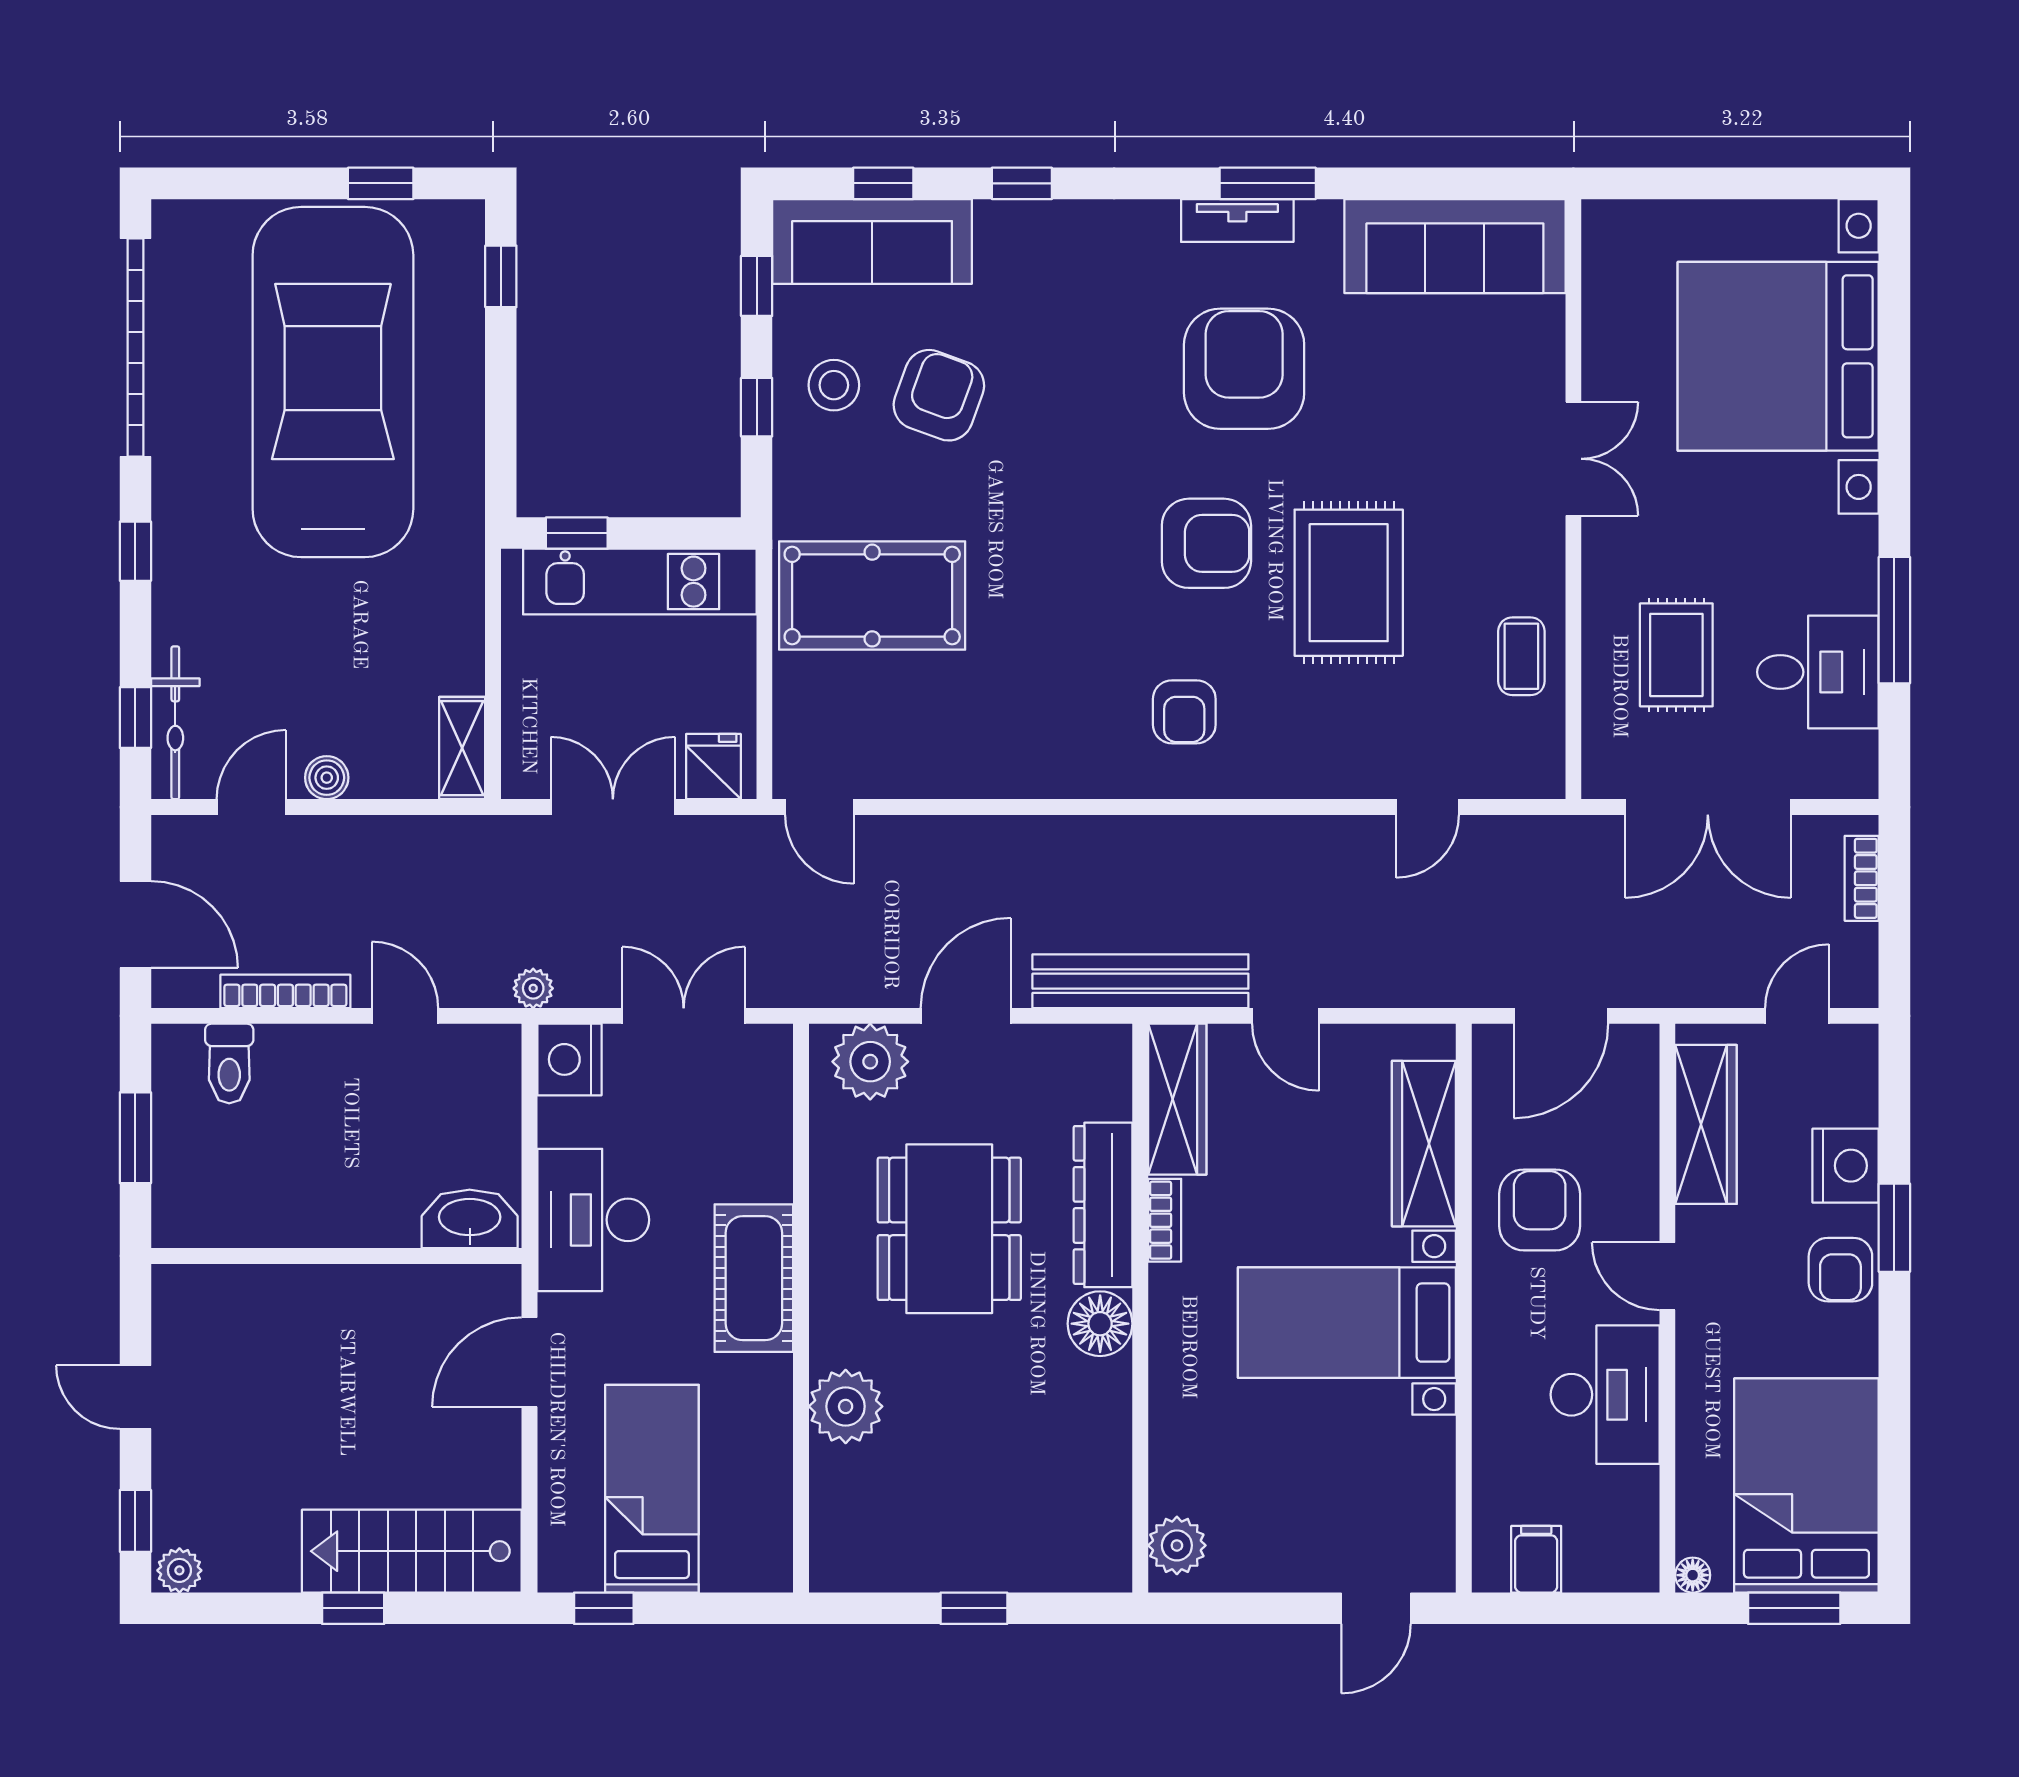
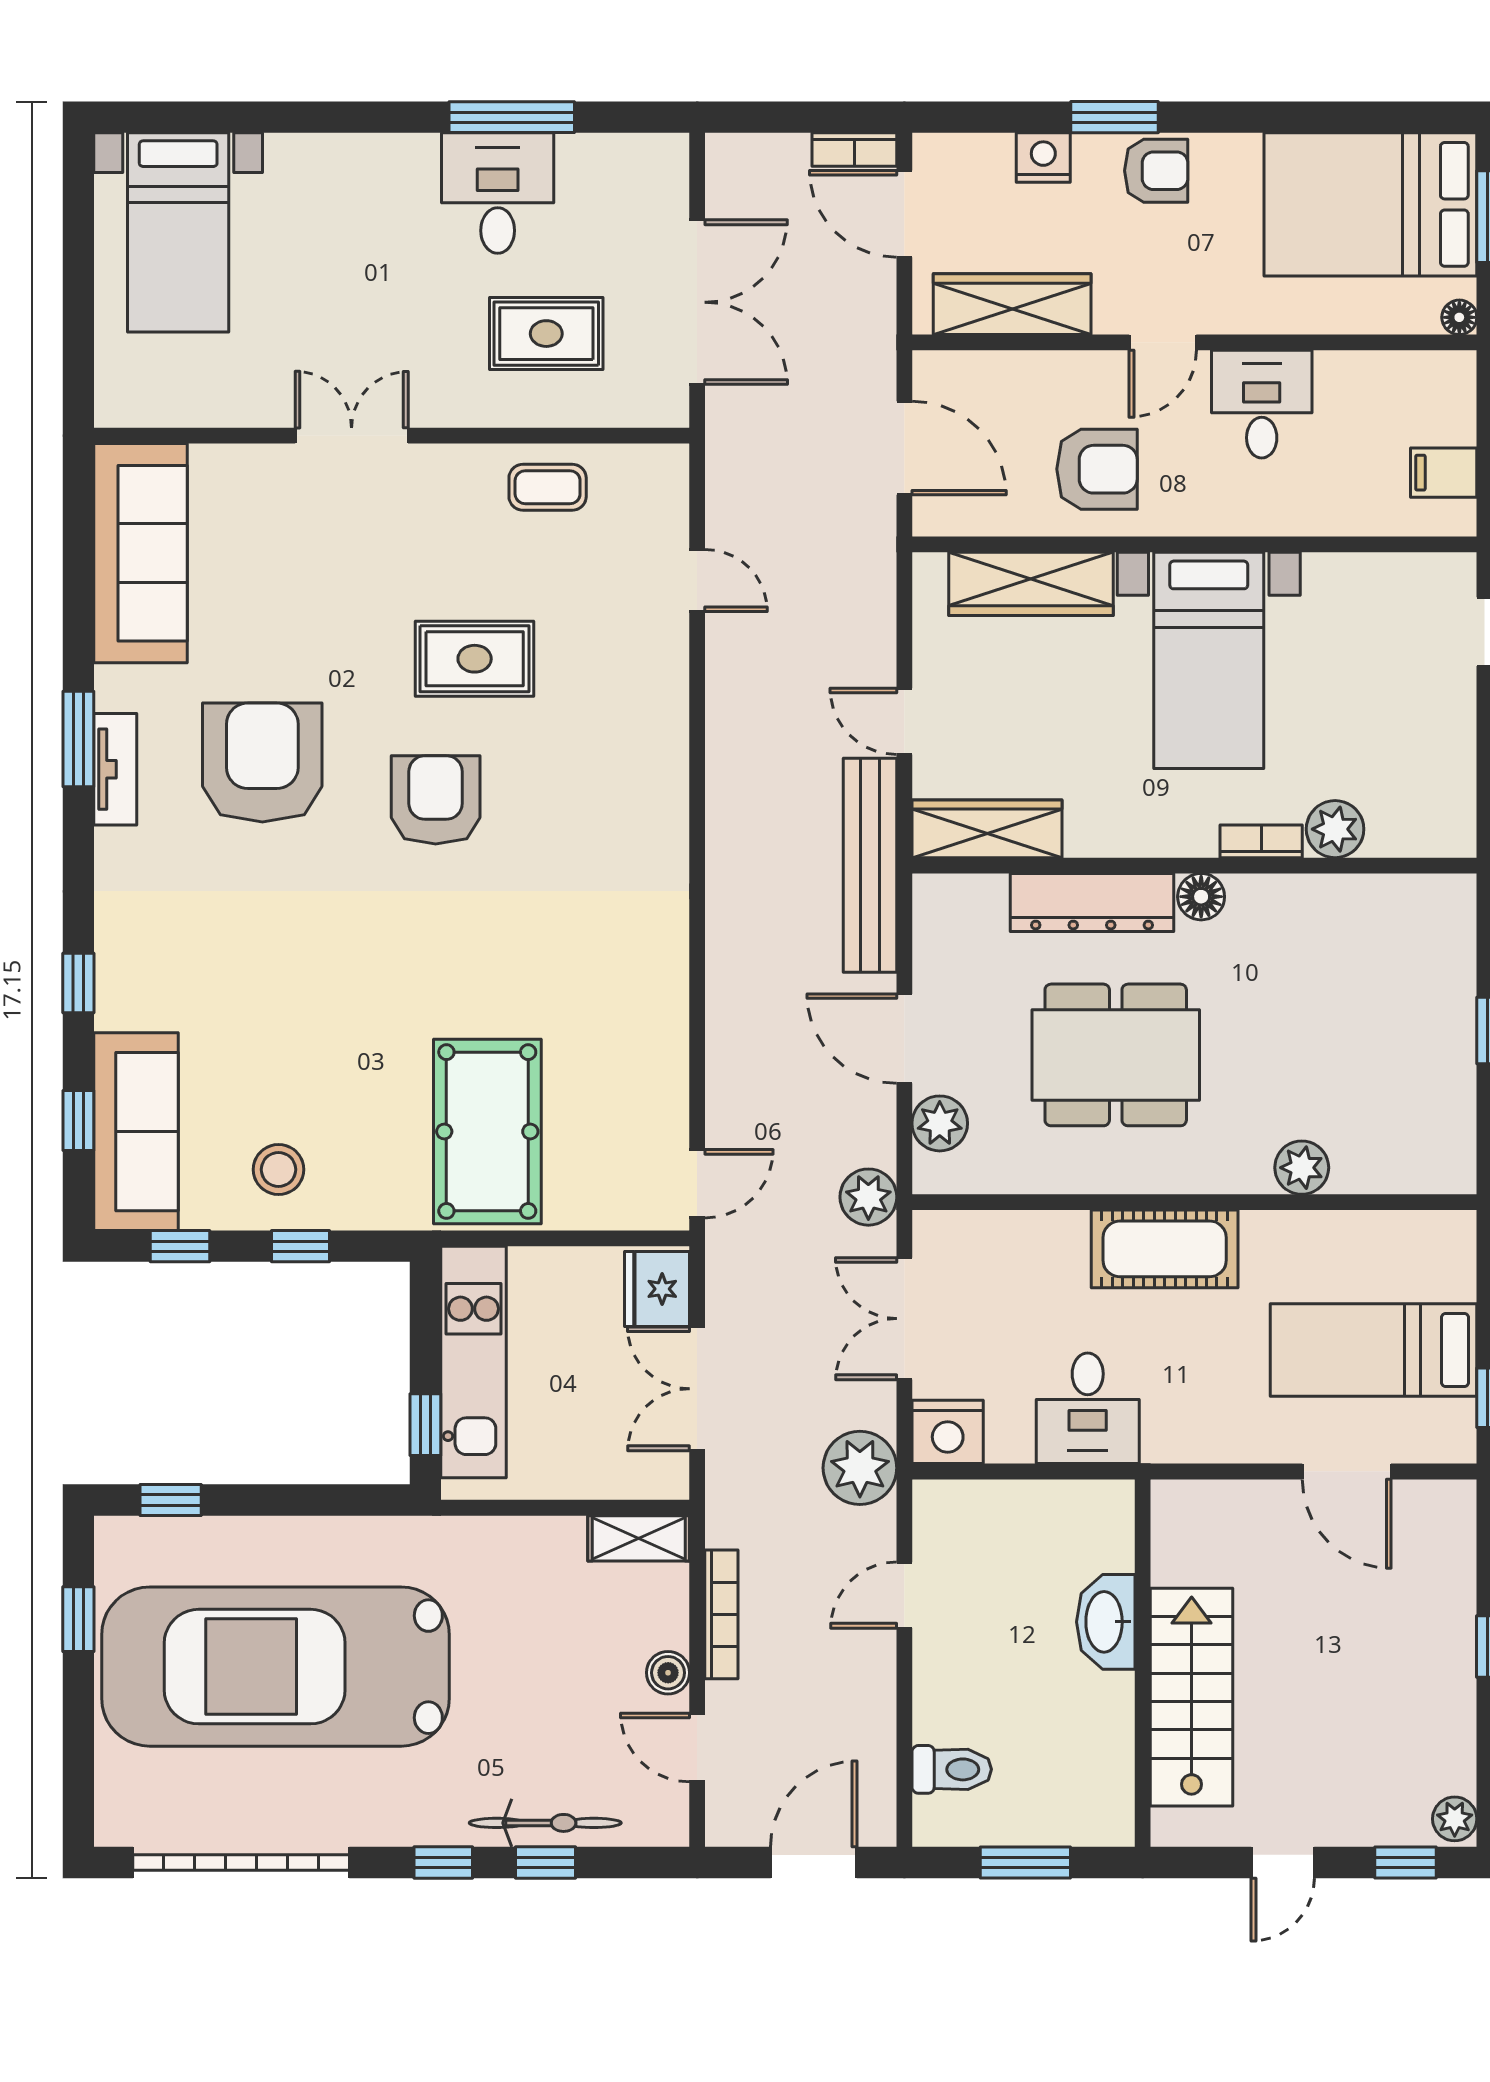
bed with nightstands: (1778, 356) -> (178, 232), width x0.54
armchair: (1244, 369) -> (262, 762), turned 90
armchair: (939, 395) -> (289, 1065), removed
rug: (1349, 583) -> (475, 659), width x0.73, depth x0.70
desk: (1818, 672) -> (498, 193), moved
armchair: (1184, 712) -> (603, 822), removed
window: (135, 718) -> (545, 1863), moved
bicycle: (175, 723) -> (545, 1823), moved
fridge: (713, 767) -> (657, 1289), width x1.38
bookcase: (1862, 878) -> (854, 150), moved
plant: (806, 980) -> (868, 1197), added
plant: (533, 988) -> (860, 1468), width x1.88, depth x1.88
bookcase: (285, 991) -> (721, 1614), moved, turned 180
door: (1286, 1016) -> (904, 721), swing flipped
door: (1797, 1016) -> (904, 214), width x1.38
plant: (870, 1062) -> (940, 1123), width x0.73, depth x0.73
nightstand: (1846, 1166) -> (1043, 158), width x0.74, depth x0.75
armchair: (1540, 1210) -> (1097, 469), turned 180
washbasin: (470, 1219) -> (1106, 1622), moved
desk: (593, 1220) -> (1088, 1408), width x0.73
bookcase: (1165, 1220) -> (1261, 841), moved
floor lamp: (1100, 1324) -> (1201, 897), width x0.73, depth x0.73
door: (530, 1362) -> (1347, 1471), moved
desk: (1605, 1395) -> (1262, 404), width x0.73
plant: (846, 1406) -> (1302, 1168), width x0.73, depth x0.73
plant: (1177, 1545) -> (1335, 829), moved
stairs: (412, 1551) -> (1192, 1697), moved, turned 180

